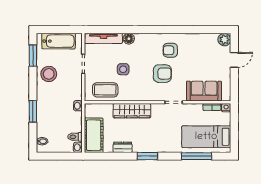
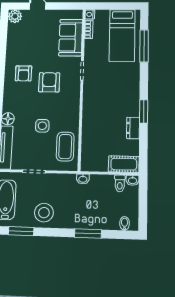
wardrobe: (132, 111) -> (90, 117), removed
cot: (94, 135) -> (124, 164), width x0.73, depth x0.75
window: (147, 156) -> (144, 111), moved

